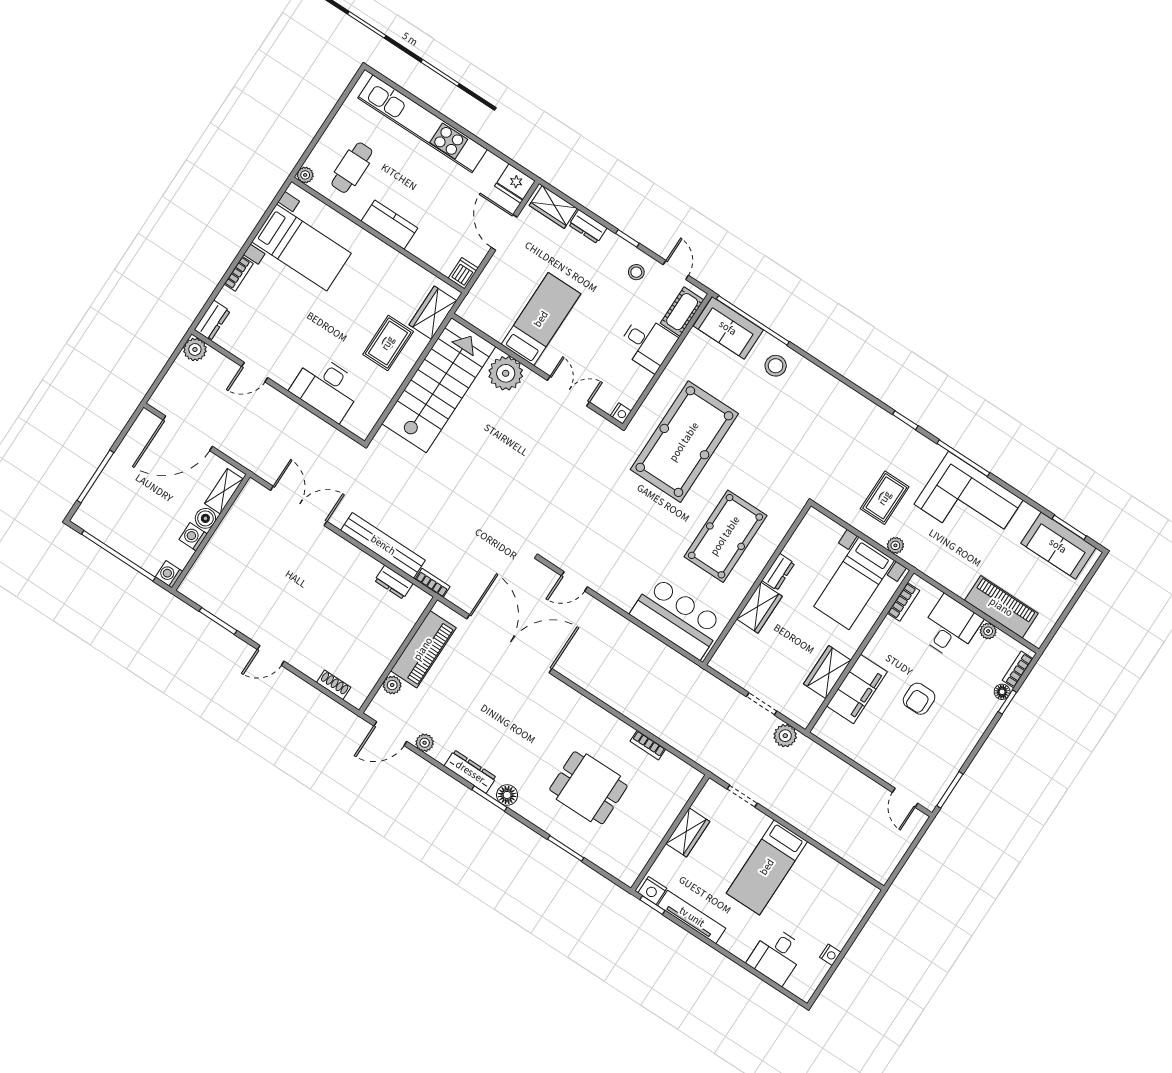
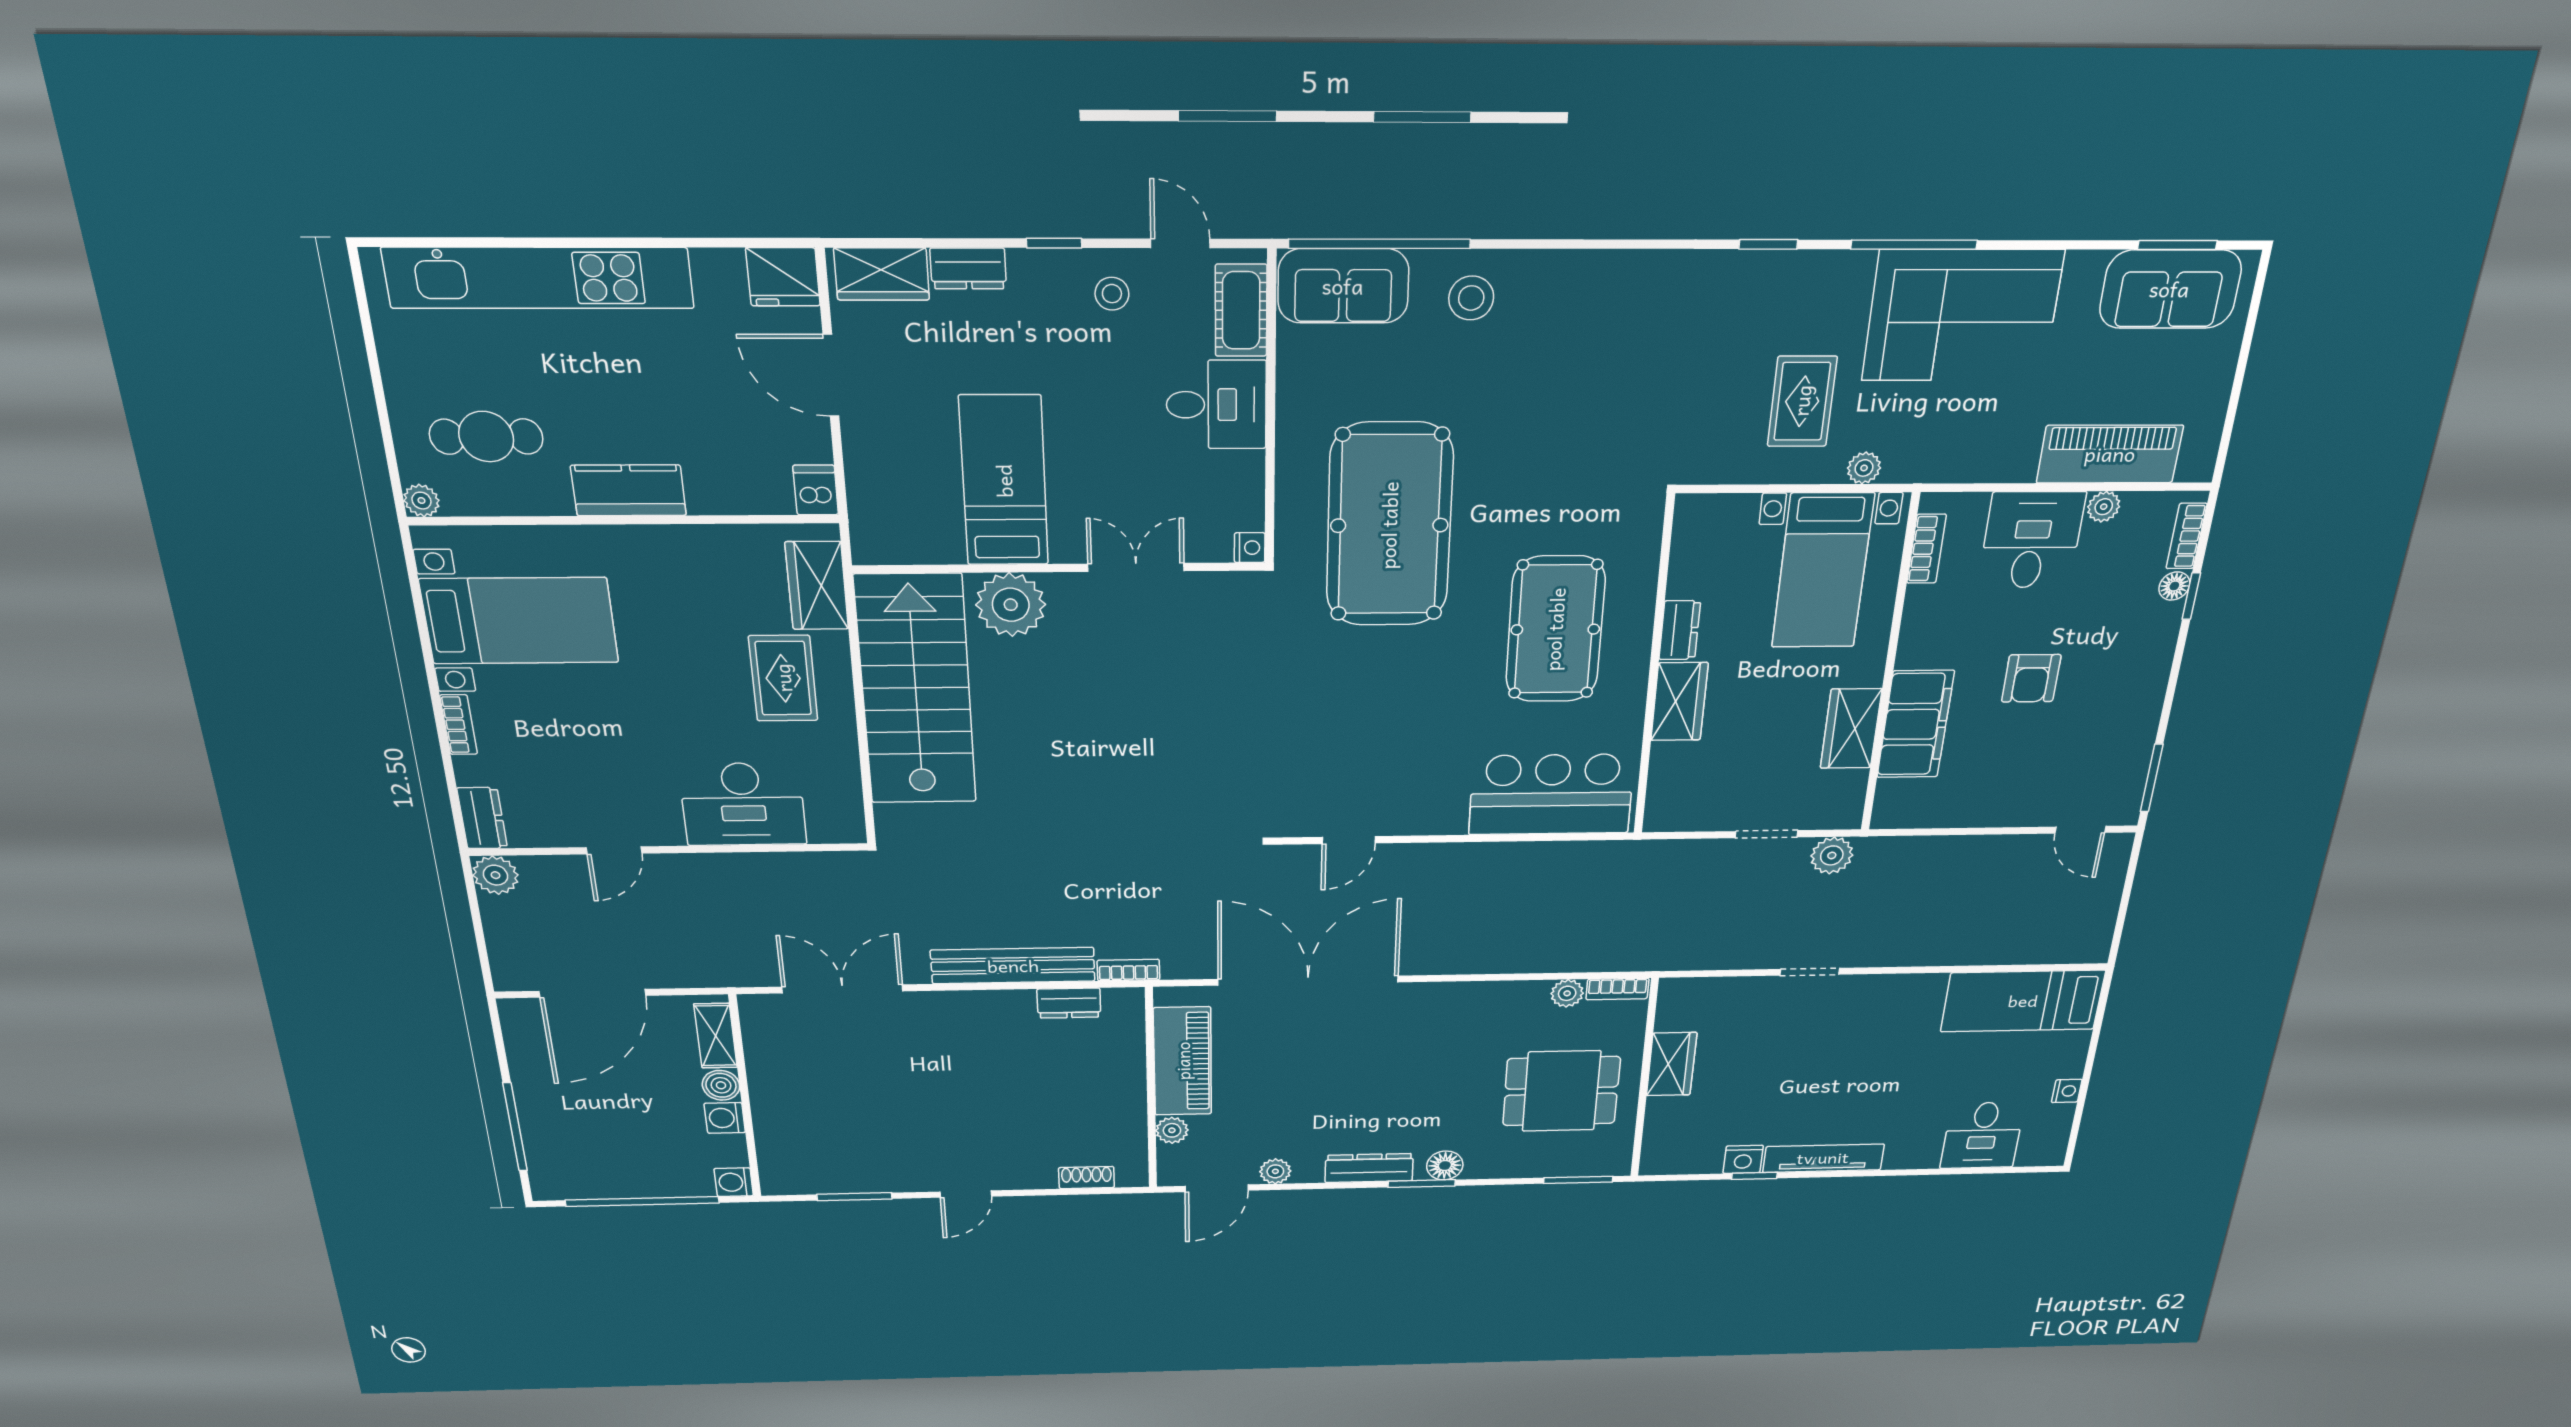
cafe table: (352, 168) -> (486, 437), turned 90
plant: (623, 732) -> (1567, 993), added
wardrobe: (688, 832) -> (1672, 1064), moved
wall: (670, 833) -> (1644, 1079), moved
bed: (767, 867) -> (2023, 1001), moved, turned 90

